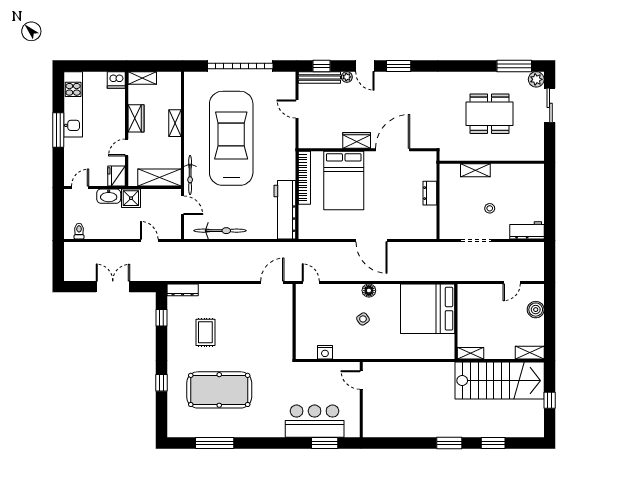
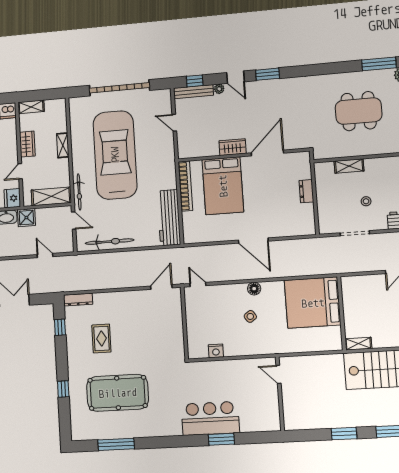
door: (361, 380) -> (279, 374), moved
wall: (361, 400) -> (280, 394), moved

